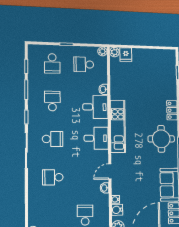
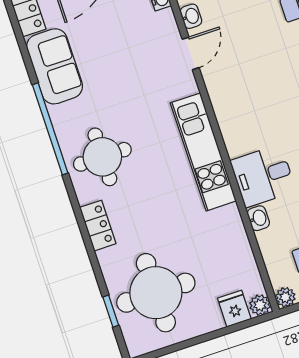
round table: (157, 73) -> (156, 293), added
desk: (96, 138) -> (241, 112), removed

